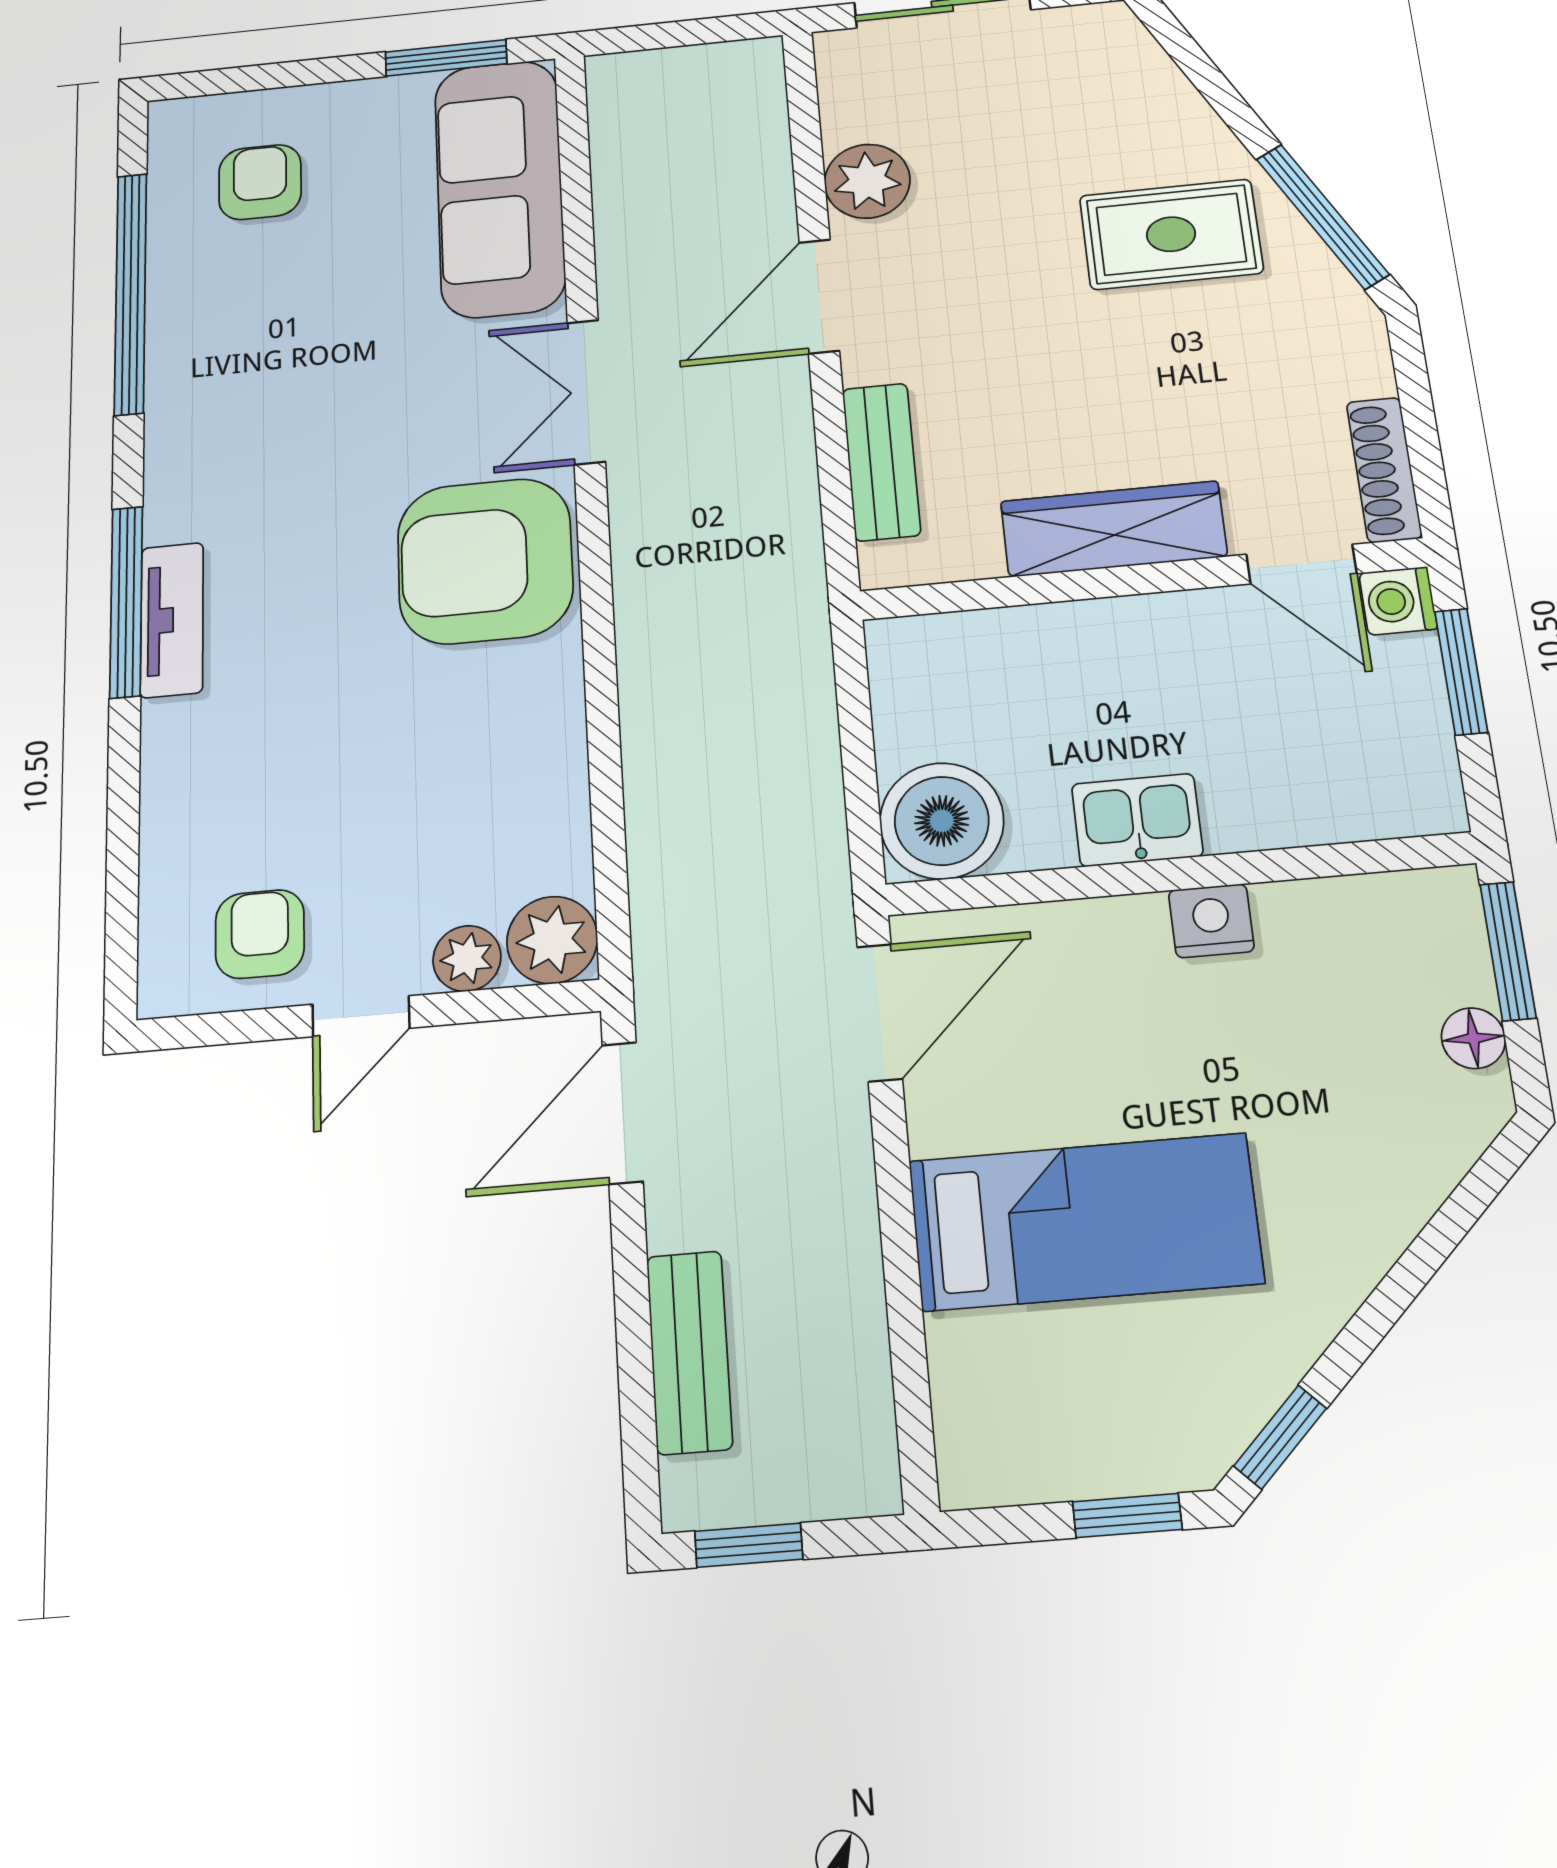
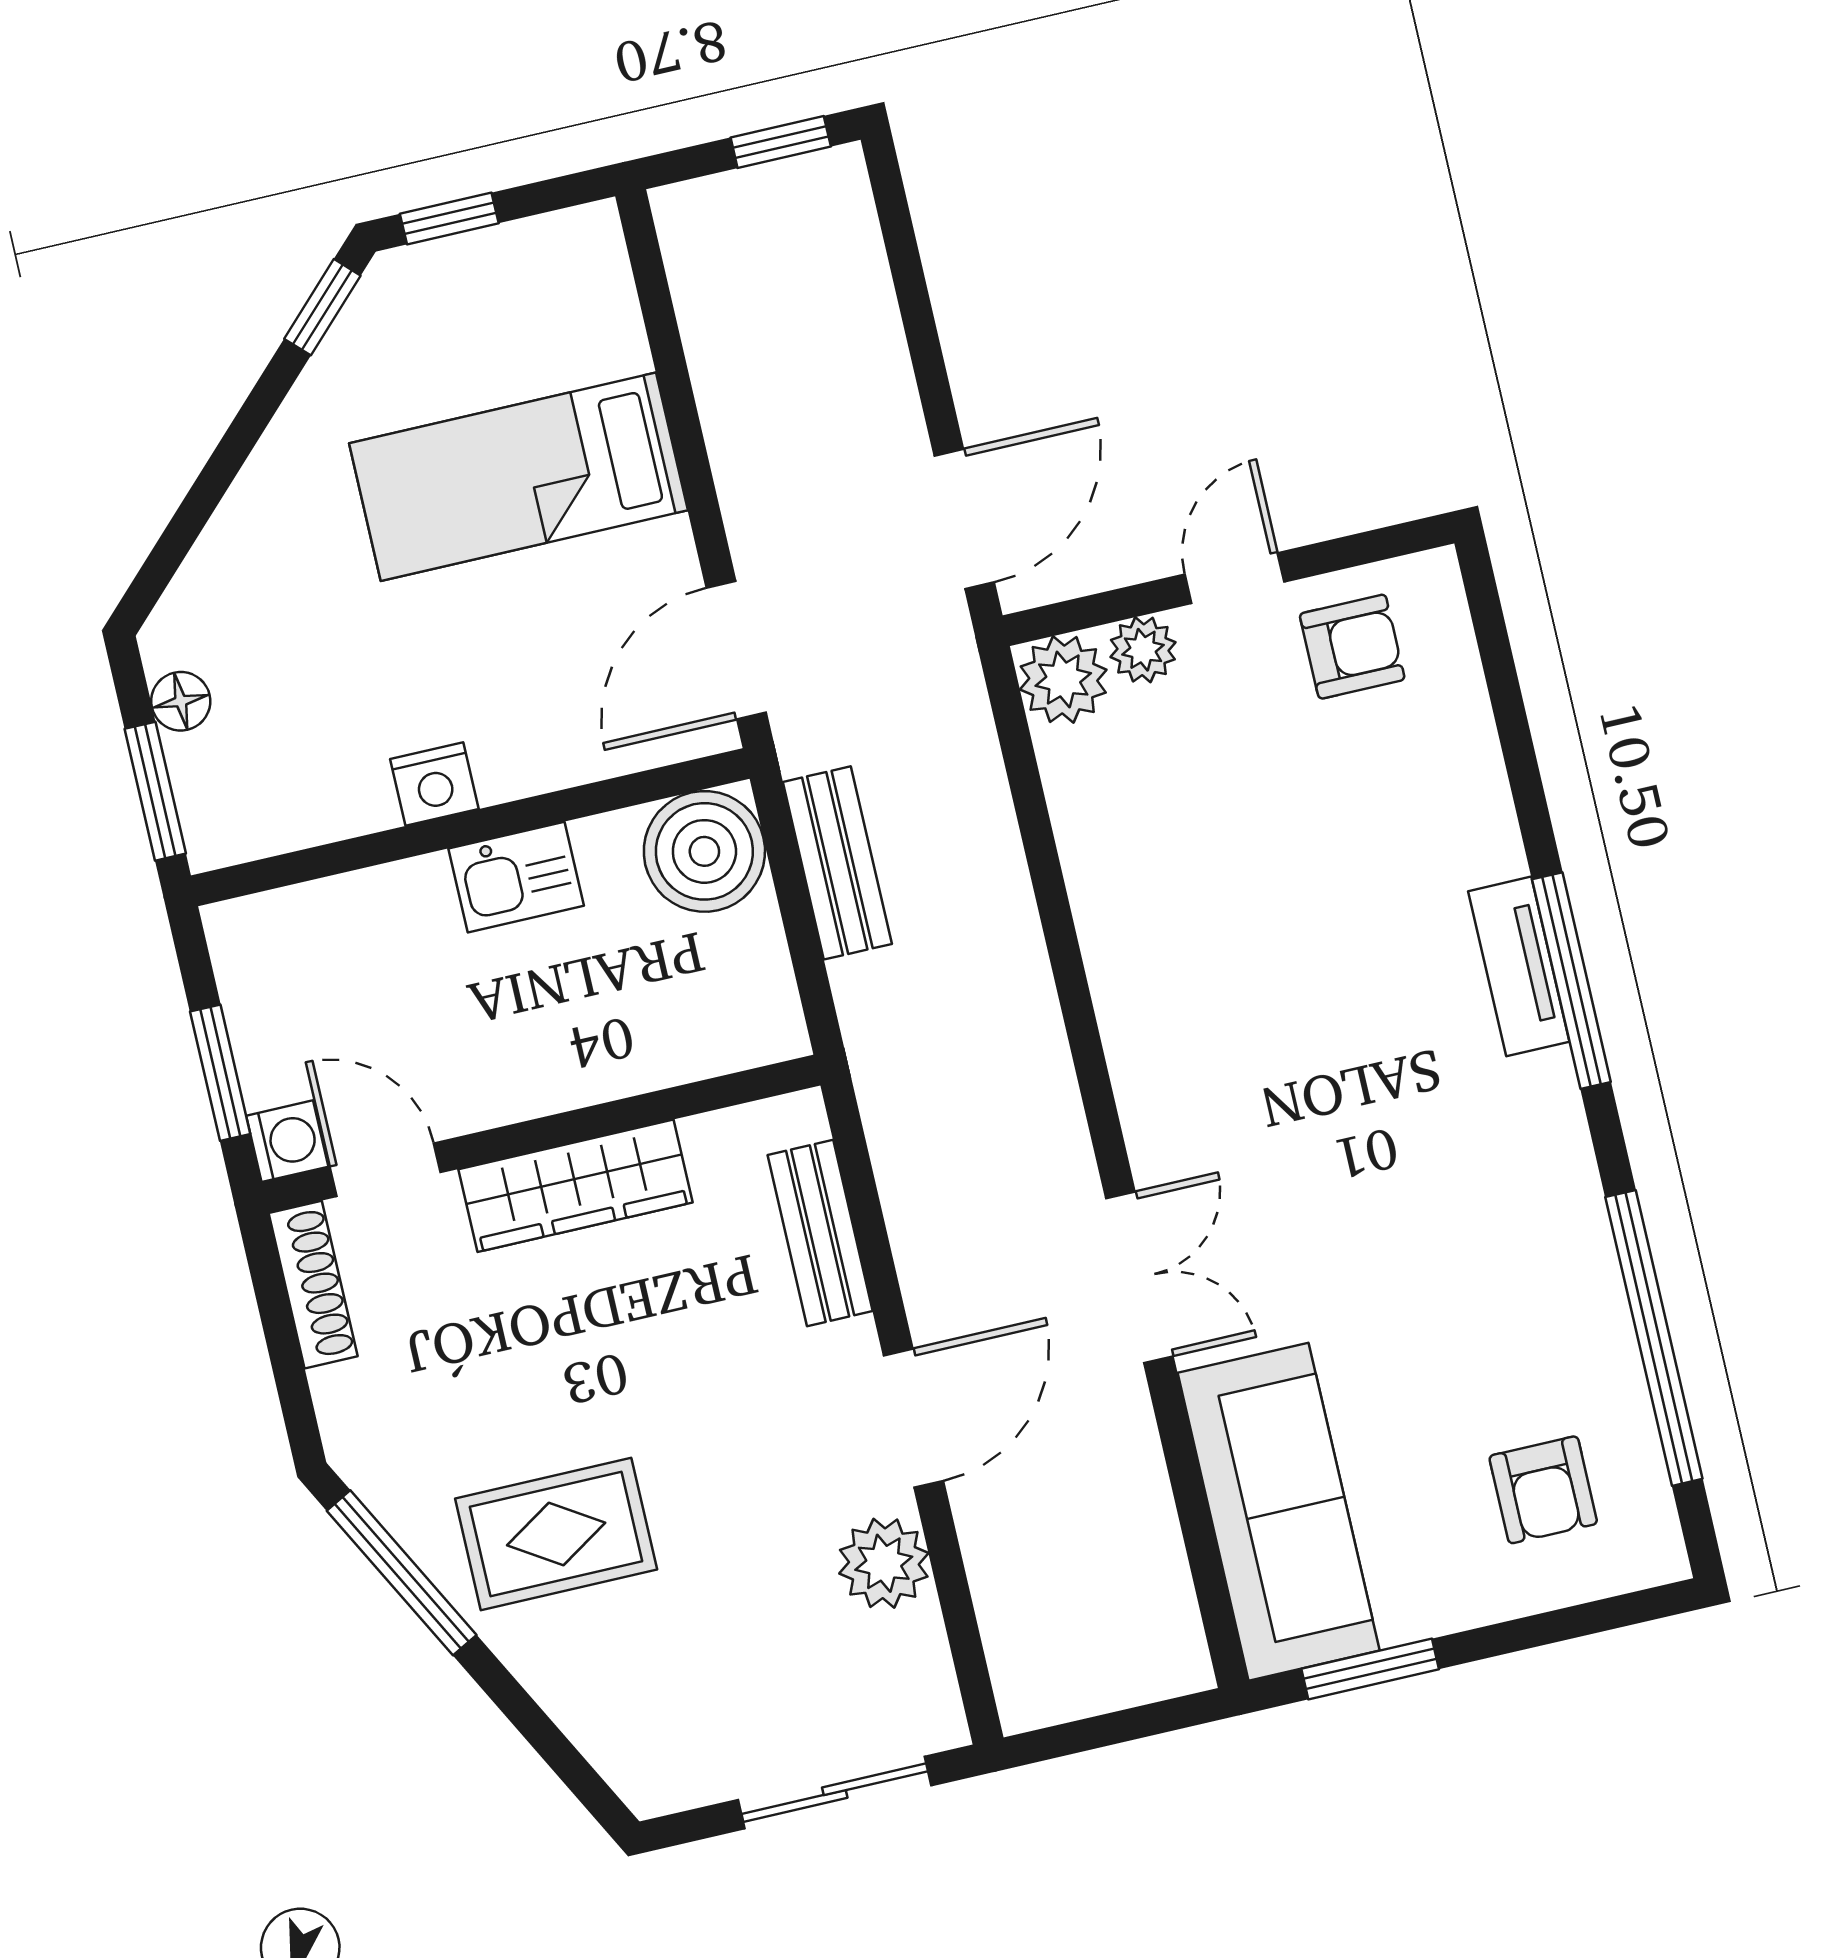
armchair: (485, 561) -> (1208, 1072), removed
armchair: (260, 934) -> (1352, 647), turned -90
bench: (689, 1352) -> (837, 863), moved

